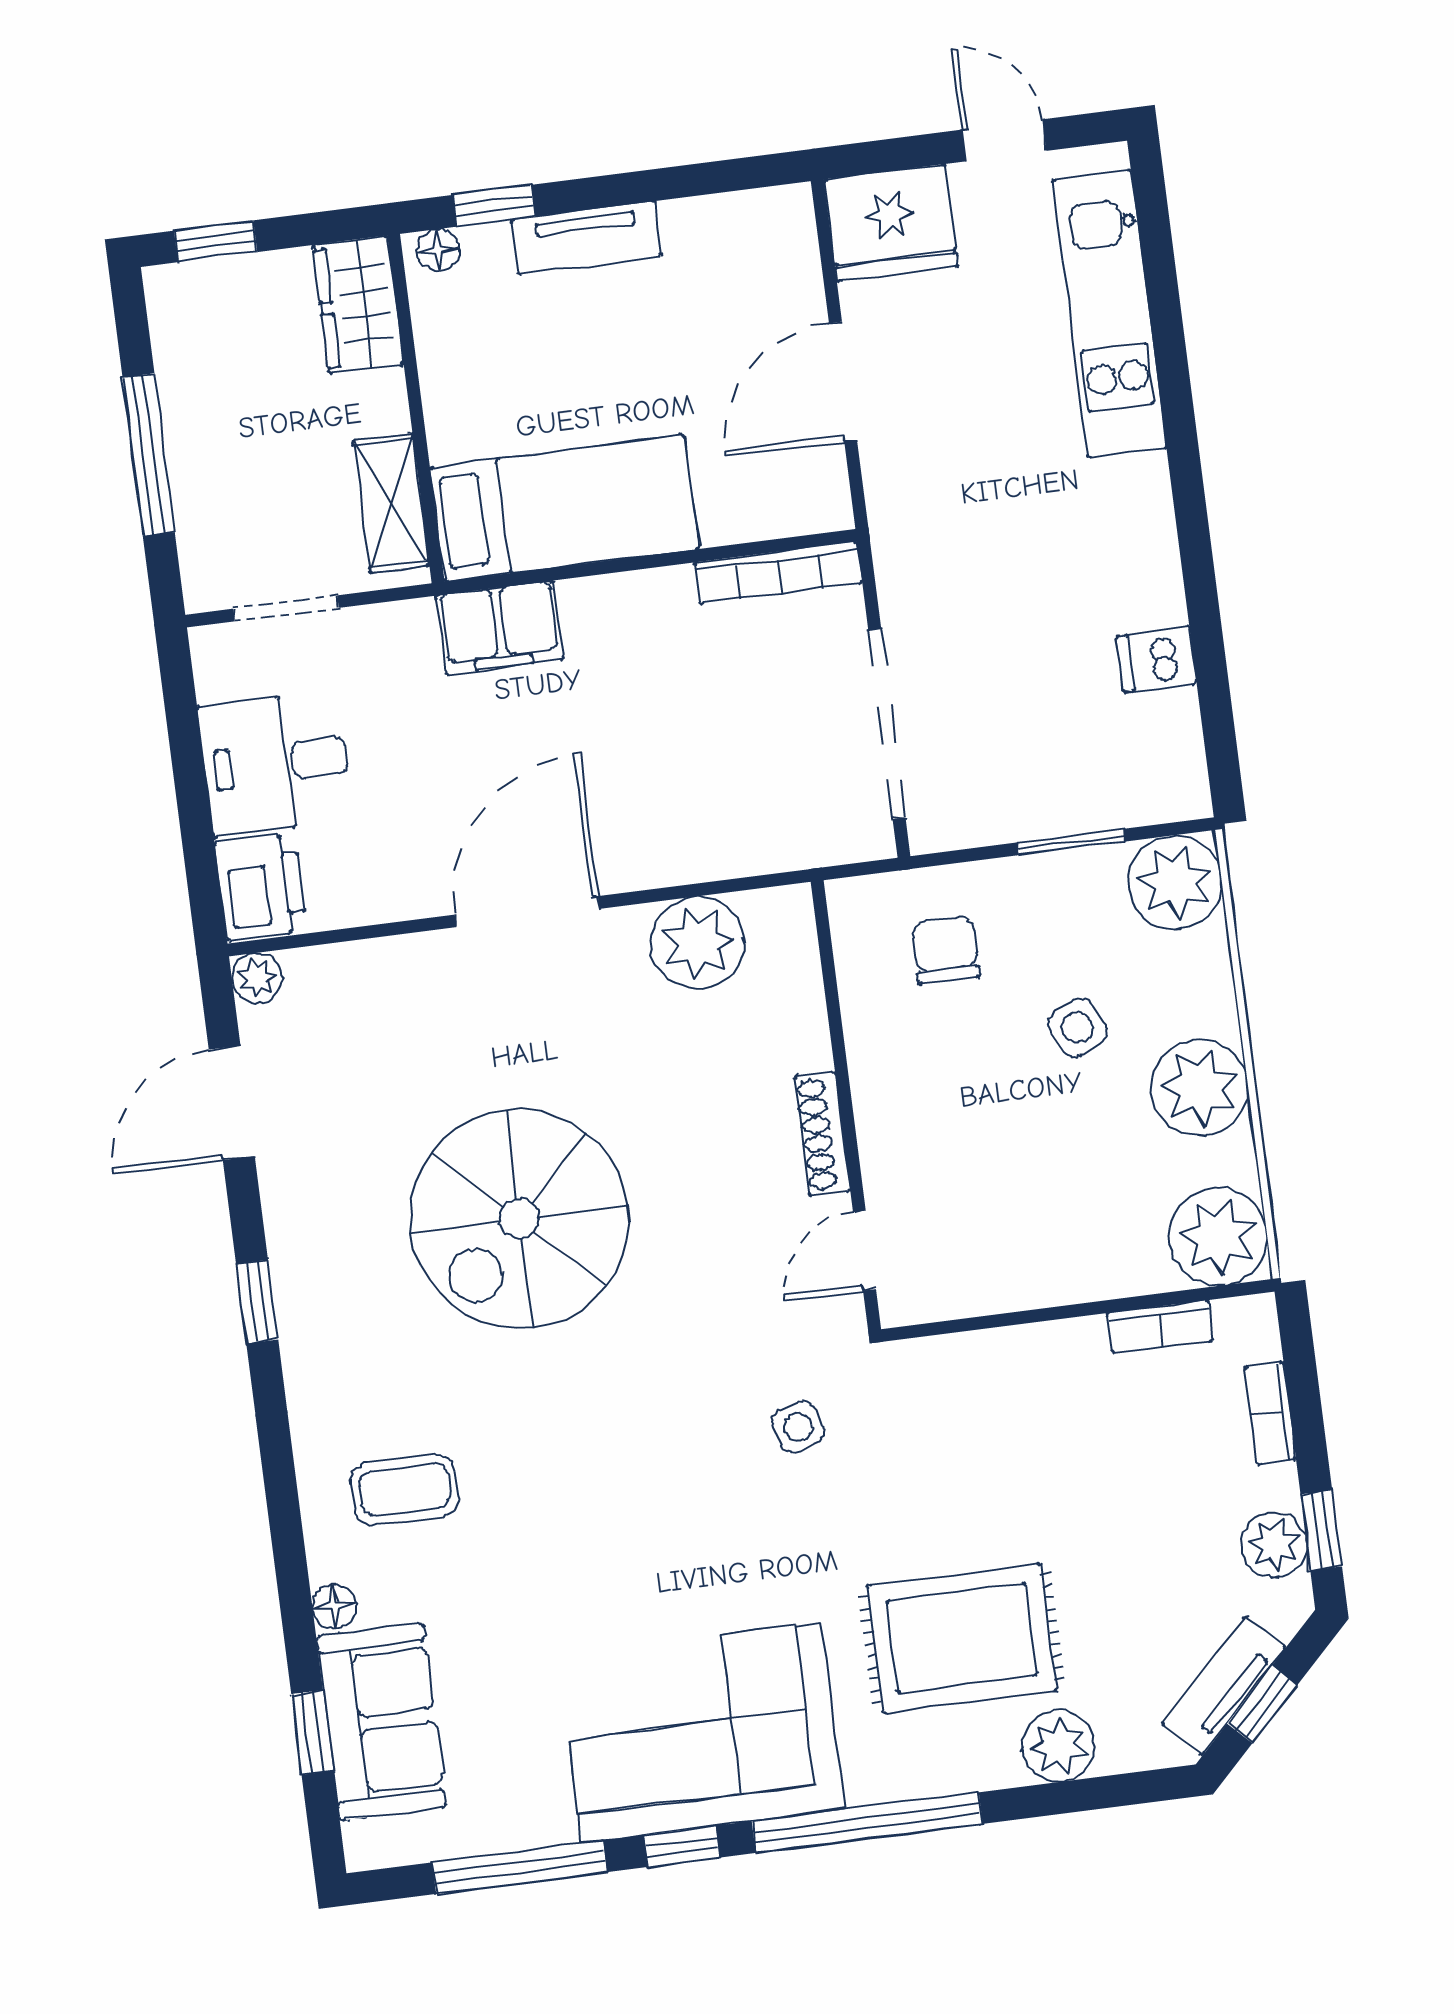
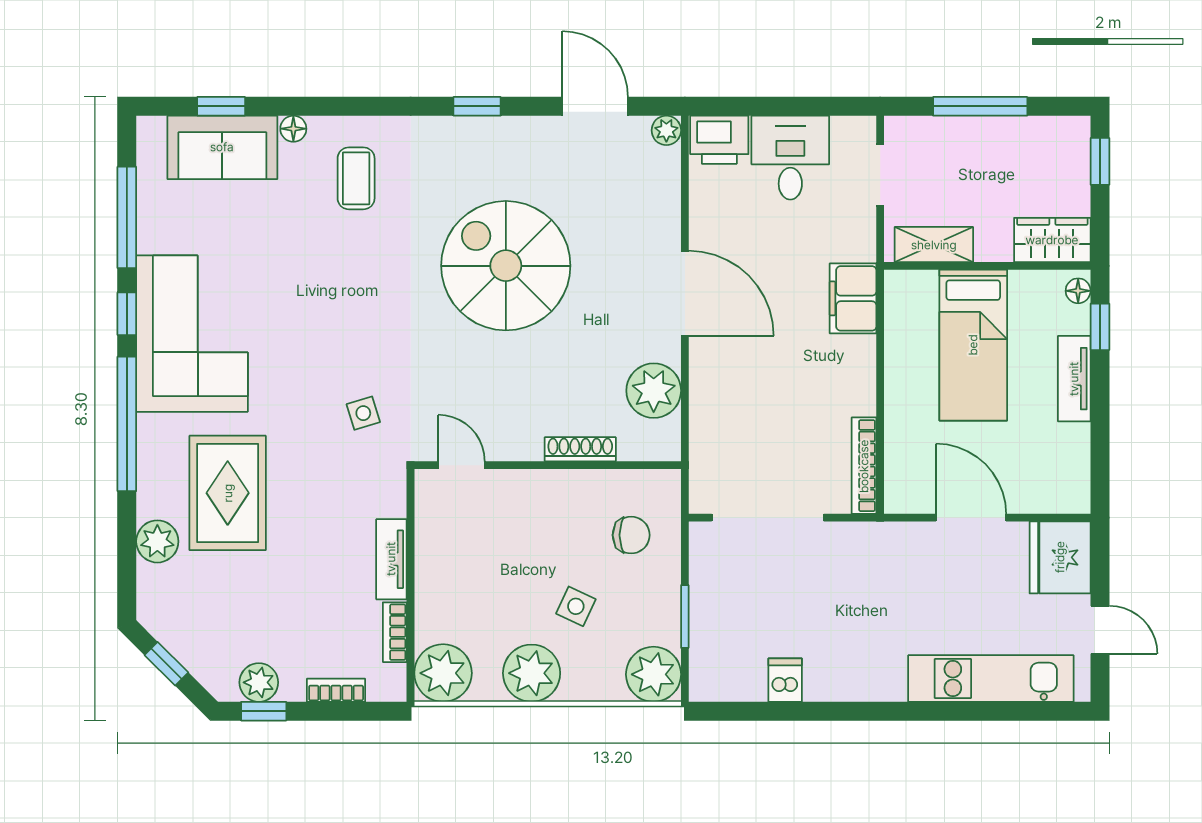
door: (1004, 140) -> (1100, 630), hinge flipped
bed: (564, 508) -> (973, 345), moved
side table: (1077, 1028) -> (576, 606), turned -38
shoe rack: (822, 1134) -> (580, 449), moved
tv unit: (1224, 1686) -> (391, 559), moved, turned -135

